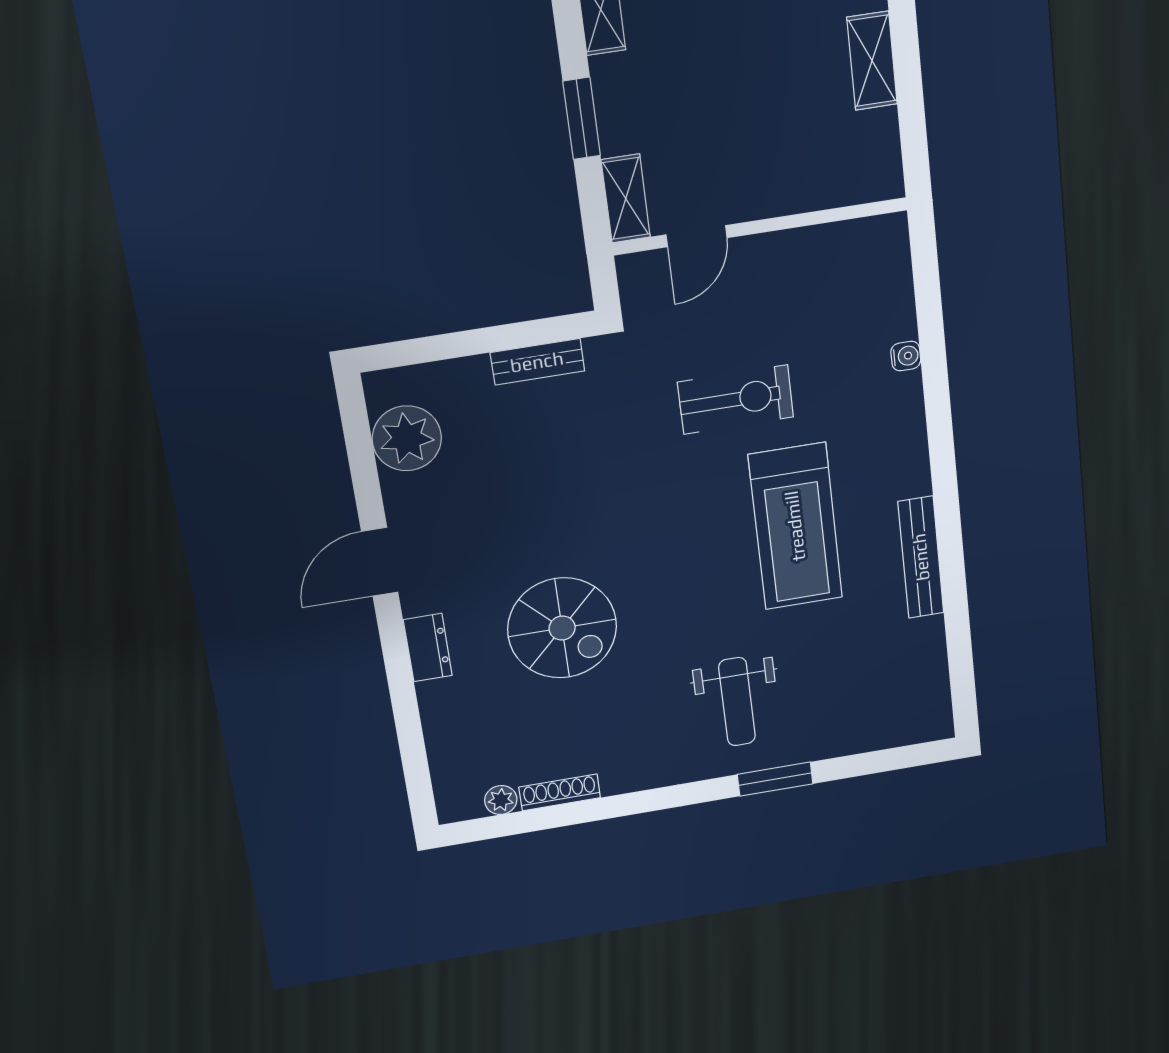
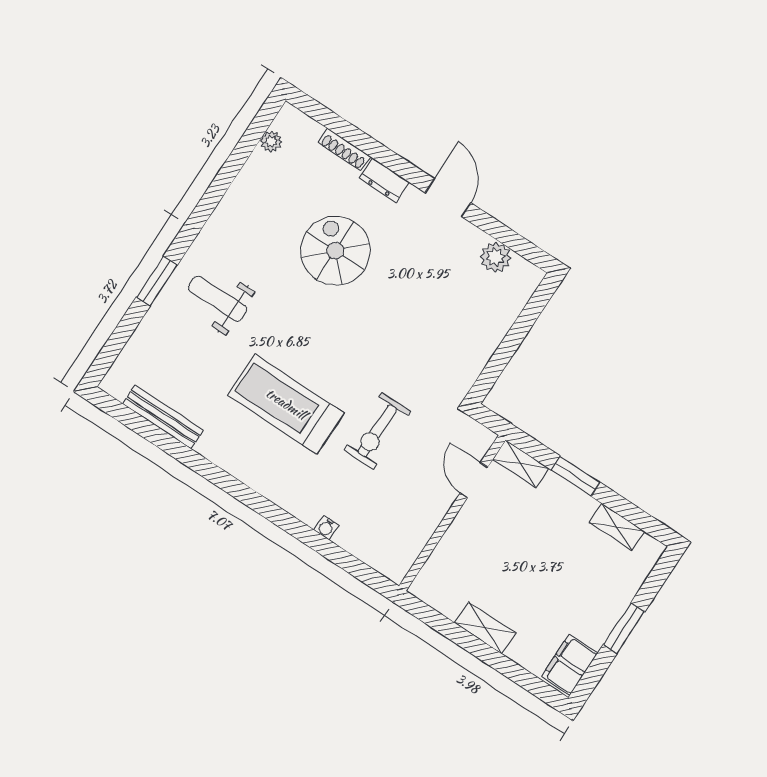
bench: (537, 362) -> (479, 357), removed
plant: (407, 438) -> (495, 257), width x0.73, depth x0.73
bench: (921, 557) -> (163, 417), moved
spiral stairs: (562, 628) -> (335, 251), turned 90
shoe rack: (560, 792) -> (344, 150), moved, turned 90

